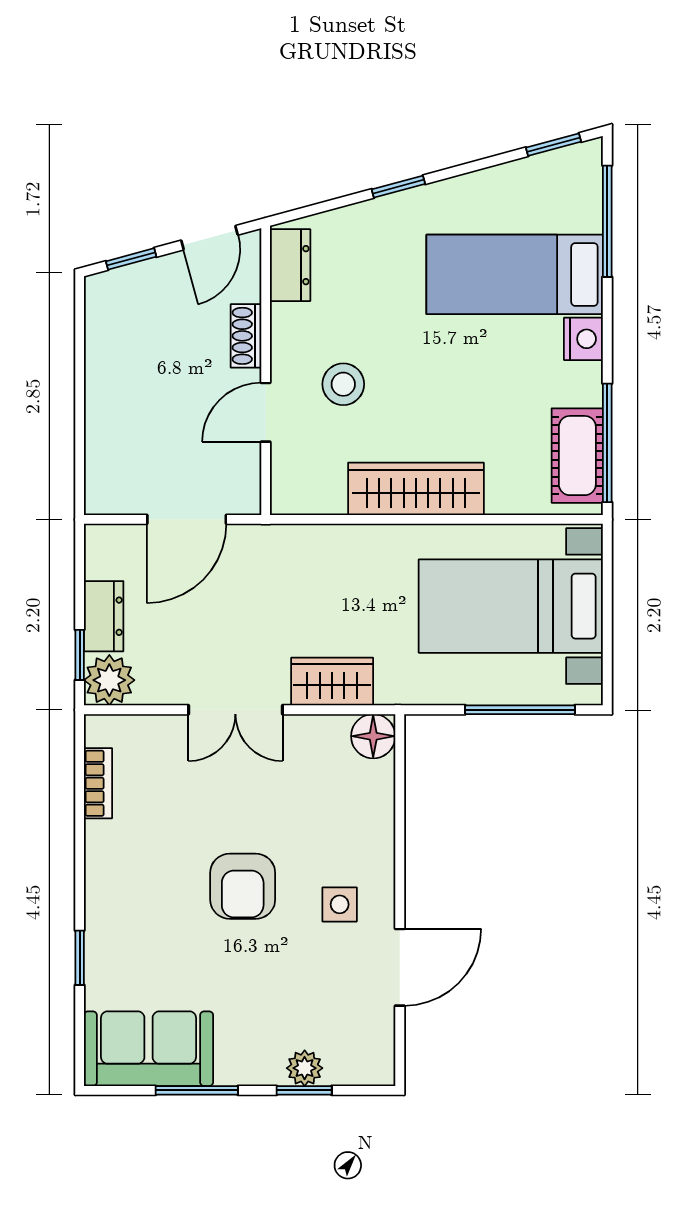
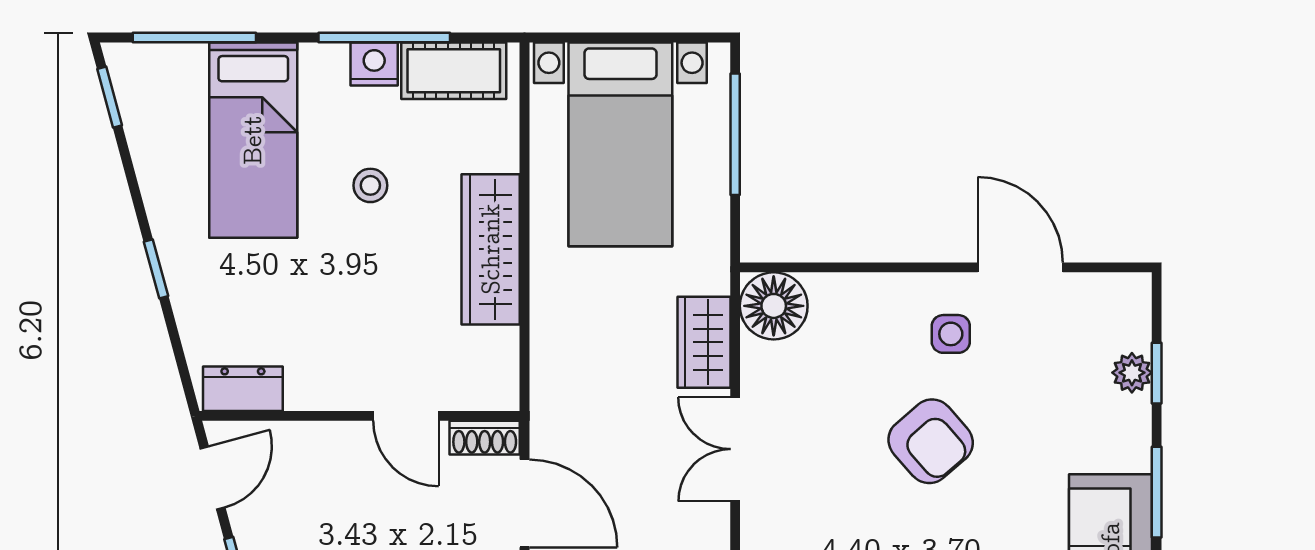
door: (210, 238) -> (213, 478), hinge flipped
shoe rack: (246, 336) -> (485, 438), moved
nightstand: (583, 339) -> (374, 64), moved
stool: (343, 384) -> (370, 185), moved, width x0.73, depth x0.73
window: (607, 443) -> (384, 38), moved
double door: (235, 710) -> (735, 449), swing flipped
floor lamp: (373, 736) -> (774, 306), width x1.38, depth x1.38
armchair: (243, 886) -> (931, 441), turned 49

